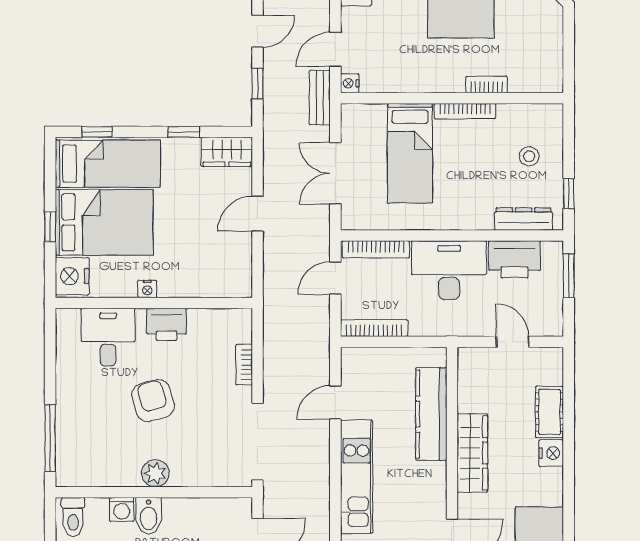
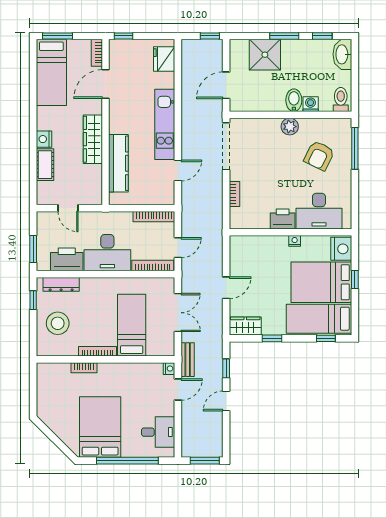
stool: (529, 156) -> (58, 323), width x1.89, depth x1.89
desk: (108, 337) -> (319, 211), width x1.37
armchair: (153, 401) -> (319, 156), moved, turned 42

